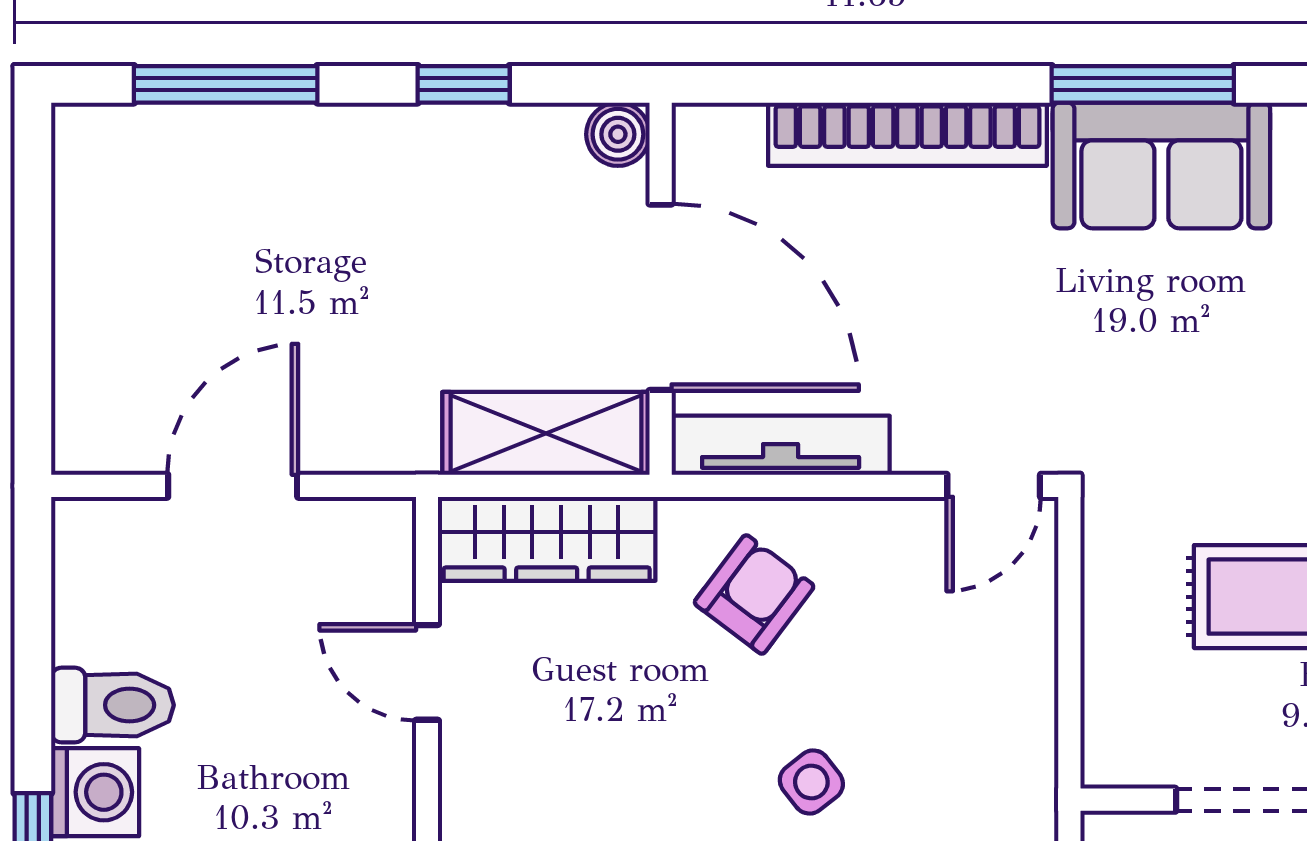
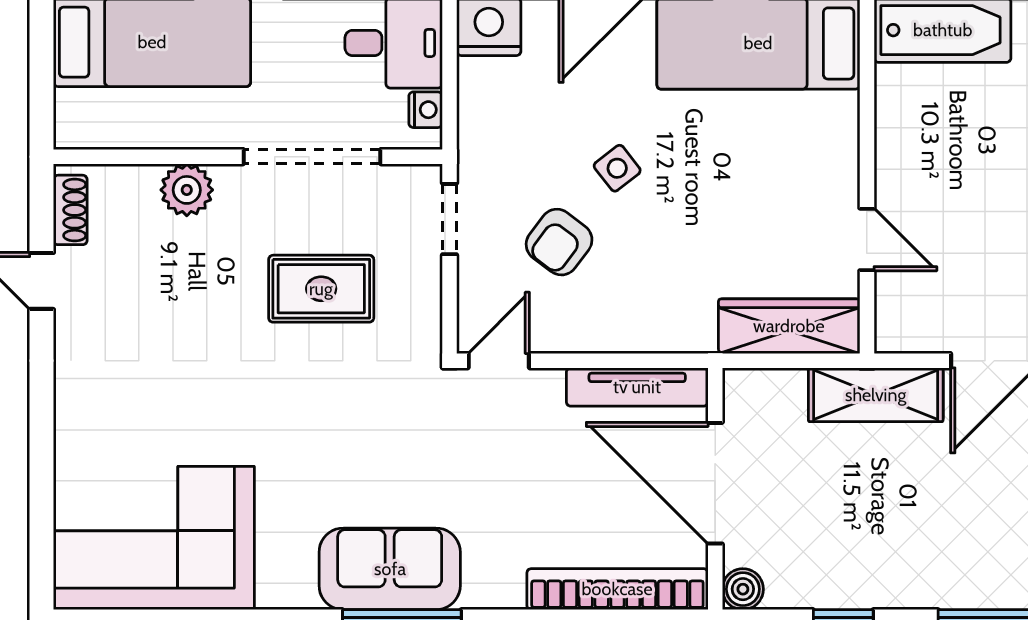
bookcase: (907, 134) -> (617, 589), moved
shelving: (546, 433) -> (876, 395), moved
armchair: (754, 594) -> (559, 242), moved
doorway: (1069, 704) -> (450, 219), added

